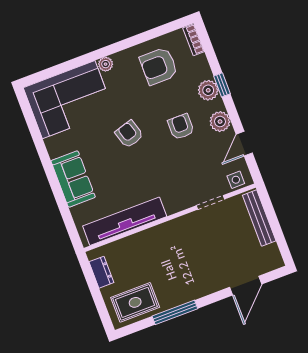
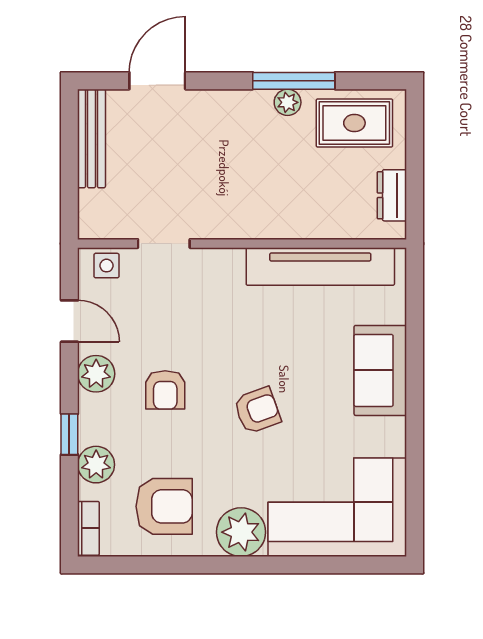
plant: (106, 64) -> (241, 532), width x1.87, depth x1.87
plant: (208, 90) -> (96, 465), moved
armchair: (129, 134) -> (257, 410), turned -93
door: (244, 144) -> (69, 321), hinge flipped
bench: (259, 218) -> (91, 138), moved
plant: (174, 300) -> (288, 102), added

